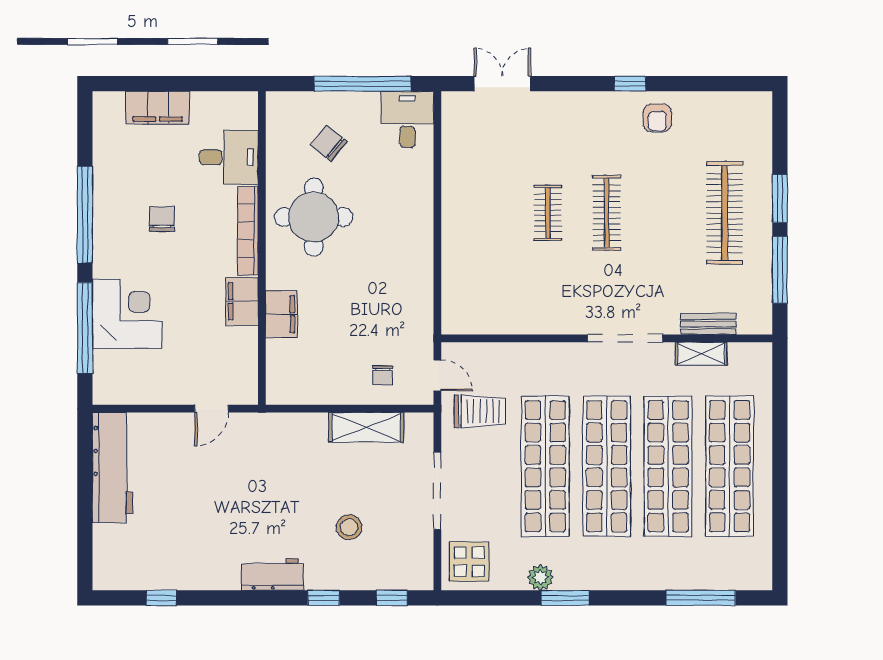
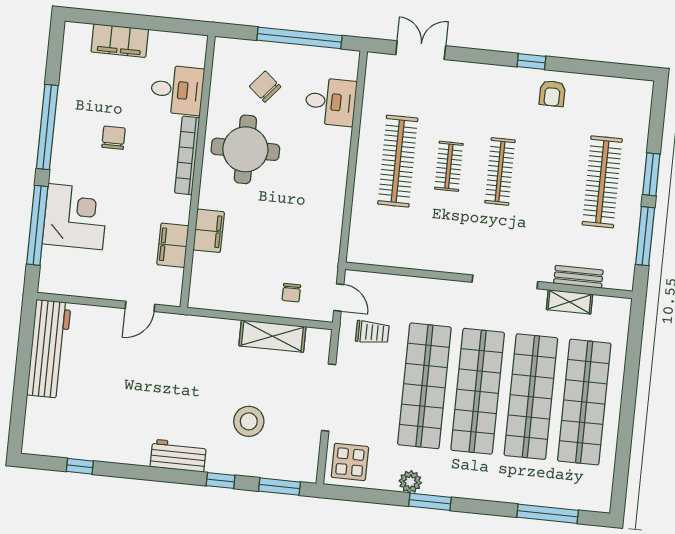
desk: (407, 119) -> (331, 102), moved, turned 90
clothes rail: (489, 213) -> (398, 161), added
filing cabinet: (242, 301) -> (173, 245), moved
trolley: (480, 411) -> (372, 332), width x0.73, depth x0.72
stool: (349, 527) -> (249, 421), width x1.38, depth x1.38
window: (392, 598) -> (279, 487), width x1.50

